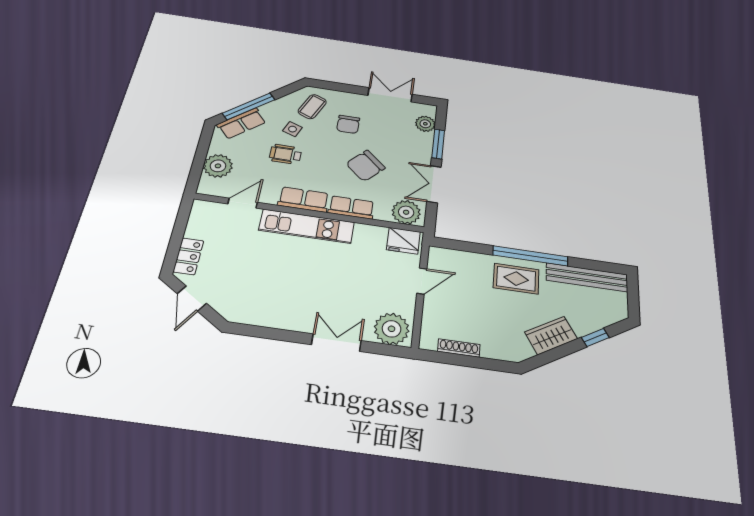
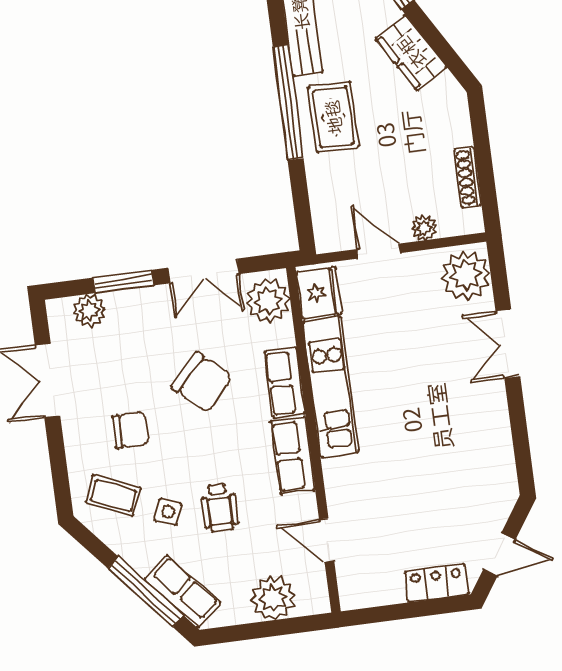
kitchen unit: (307, 226) -> (331, 387), moved
plant: (431, 312) -> (424, 228), added

